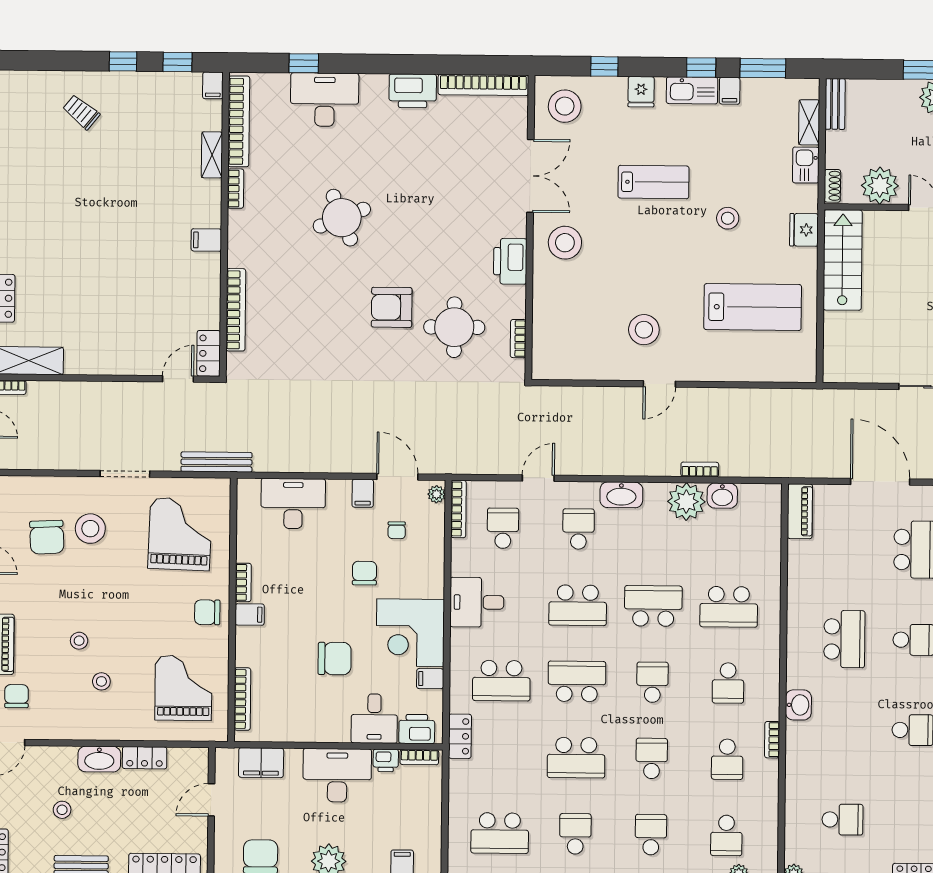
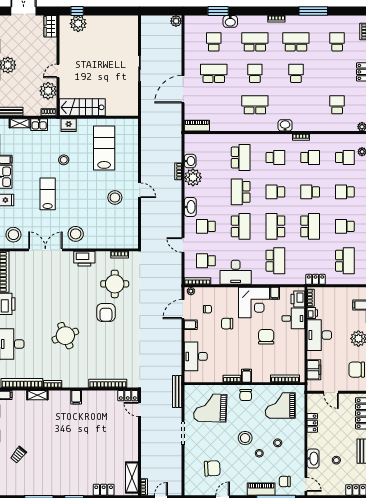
stool: (90, 529) -> (245, 438), moved
desk: (477, 602) -> (236, 272), width x1.37
locker: (460, 736) -> (316, 279), moved
washbasin: (99, 759) -> (313, 459), moved

